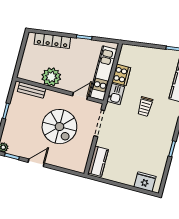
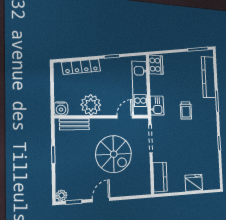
water cooler: (24, 73) -> (61, 109), added
cooker: (121, 75) -> (156, 65), moved
fridge: (145, 182) -> (194, 183), moved

